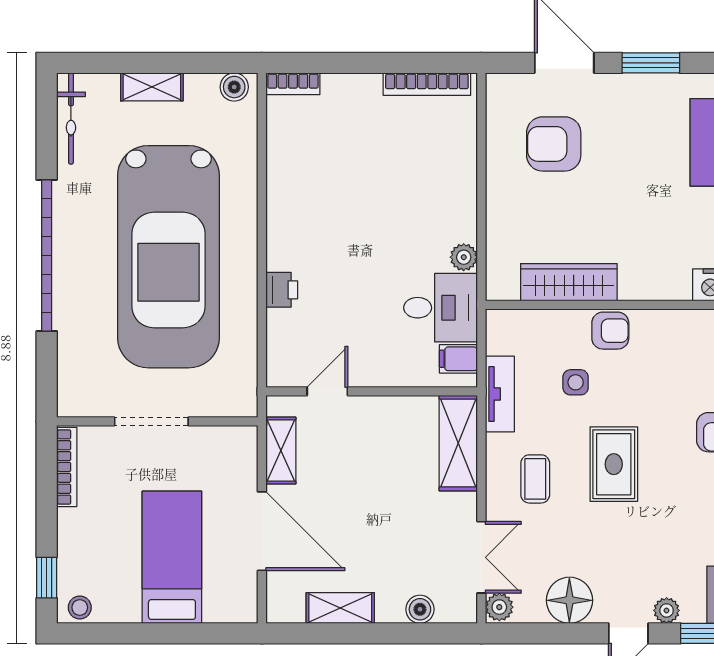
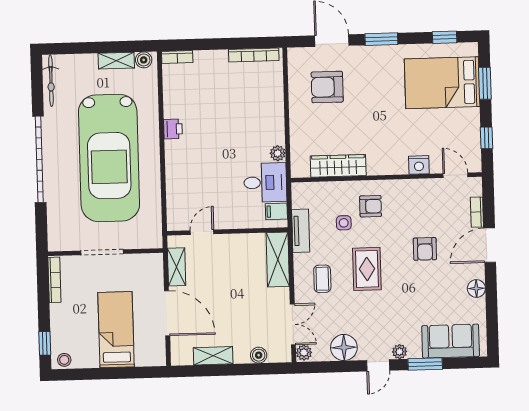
shelving: (152, 87) -> (116, 61), moved
printer: (282, 290) -> (173, 129), moved
armchair: (610, 331) -> (371, 206), moved

